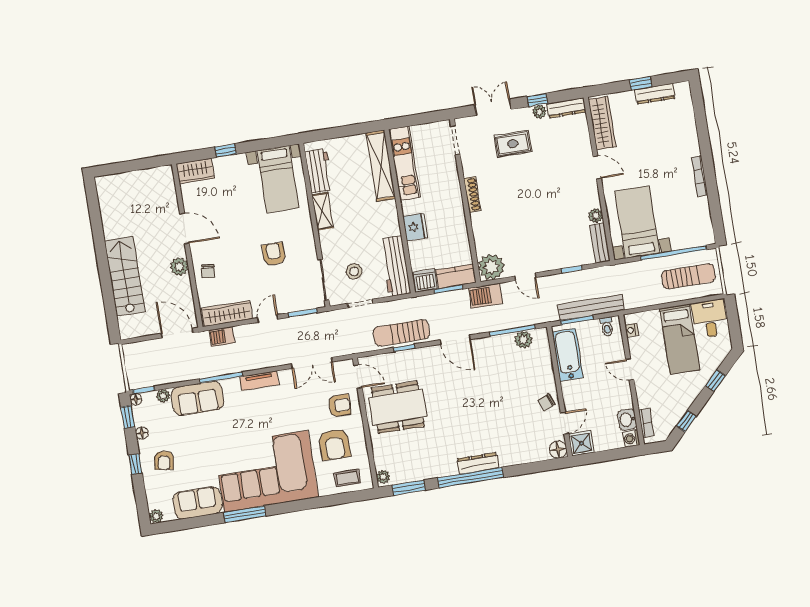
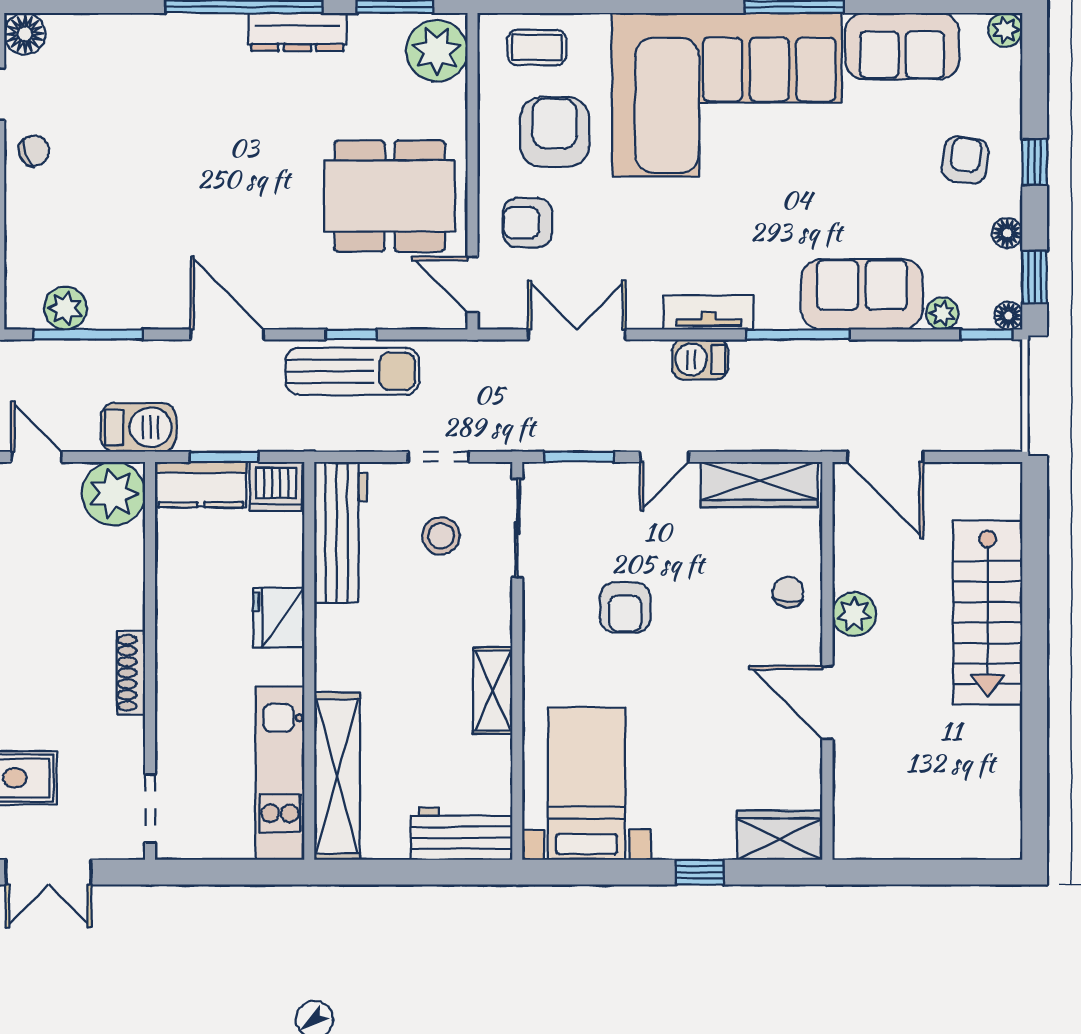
workbench: (319, 171) -> (462, 834), moved, turned 90
barbecue: (222, 336) -> (700, 359), moved, turned 180
dresser: (478, 463) -> (297, 32), moved
plant: (383, 477) -> (437, 51), width x1.87, depth x1.87

